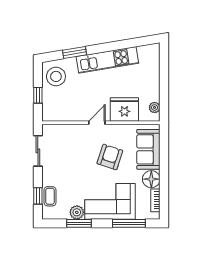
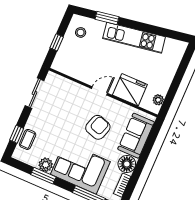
stool: (56, 76) -> (81, 32), width x0.53, depth x0.53

